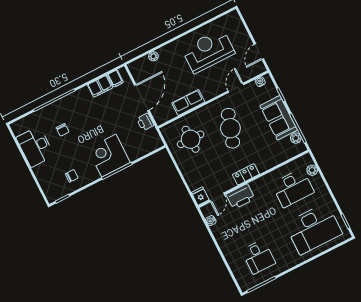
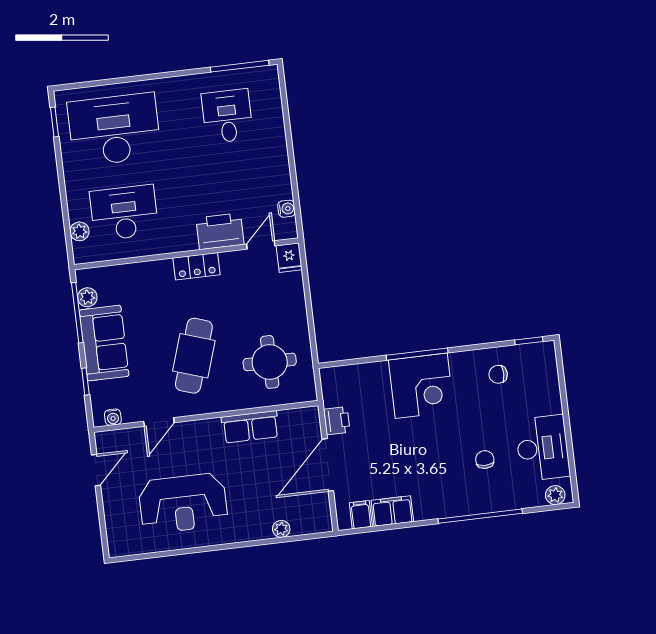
plant: (20, 125) -> (555, 495), added

